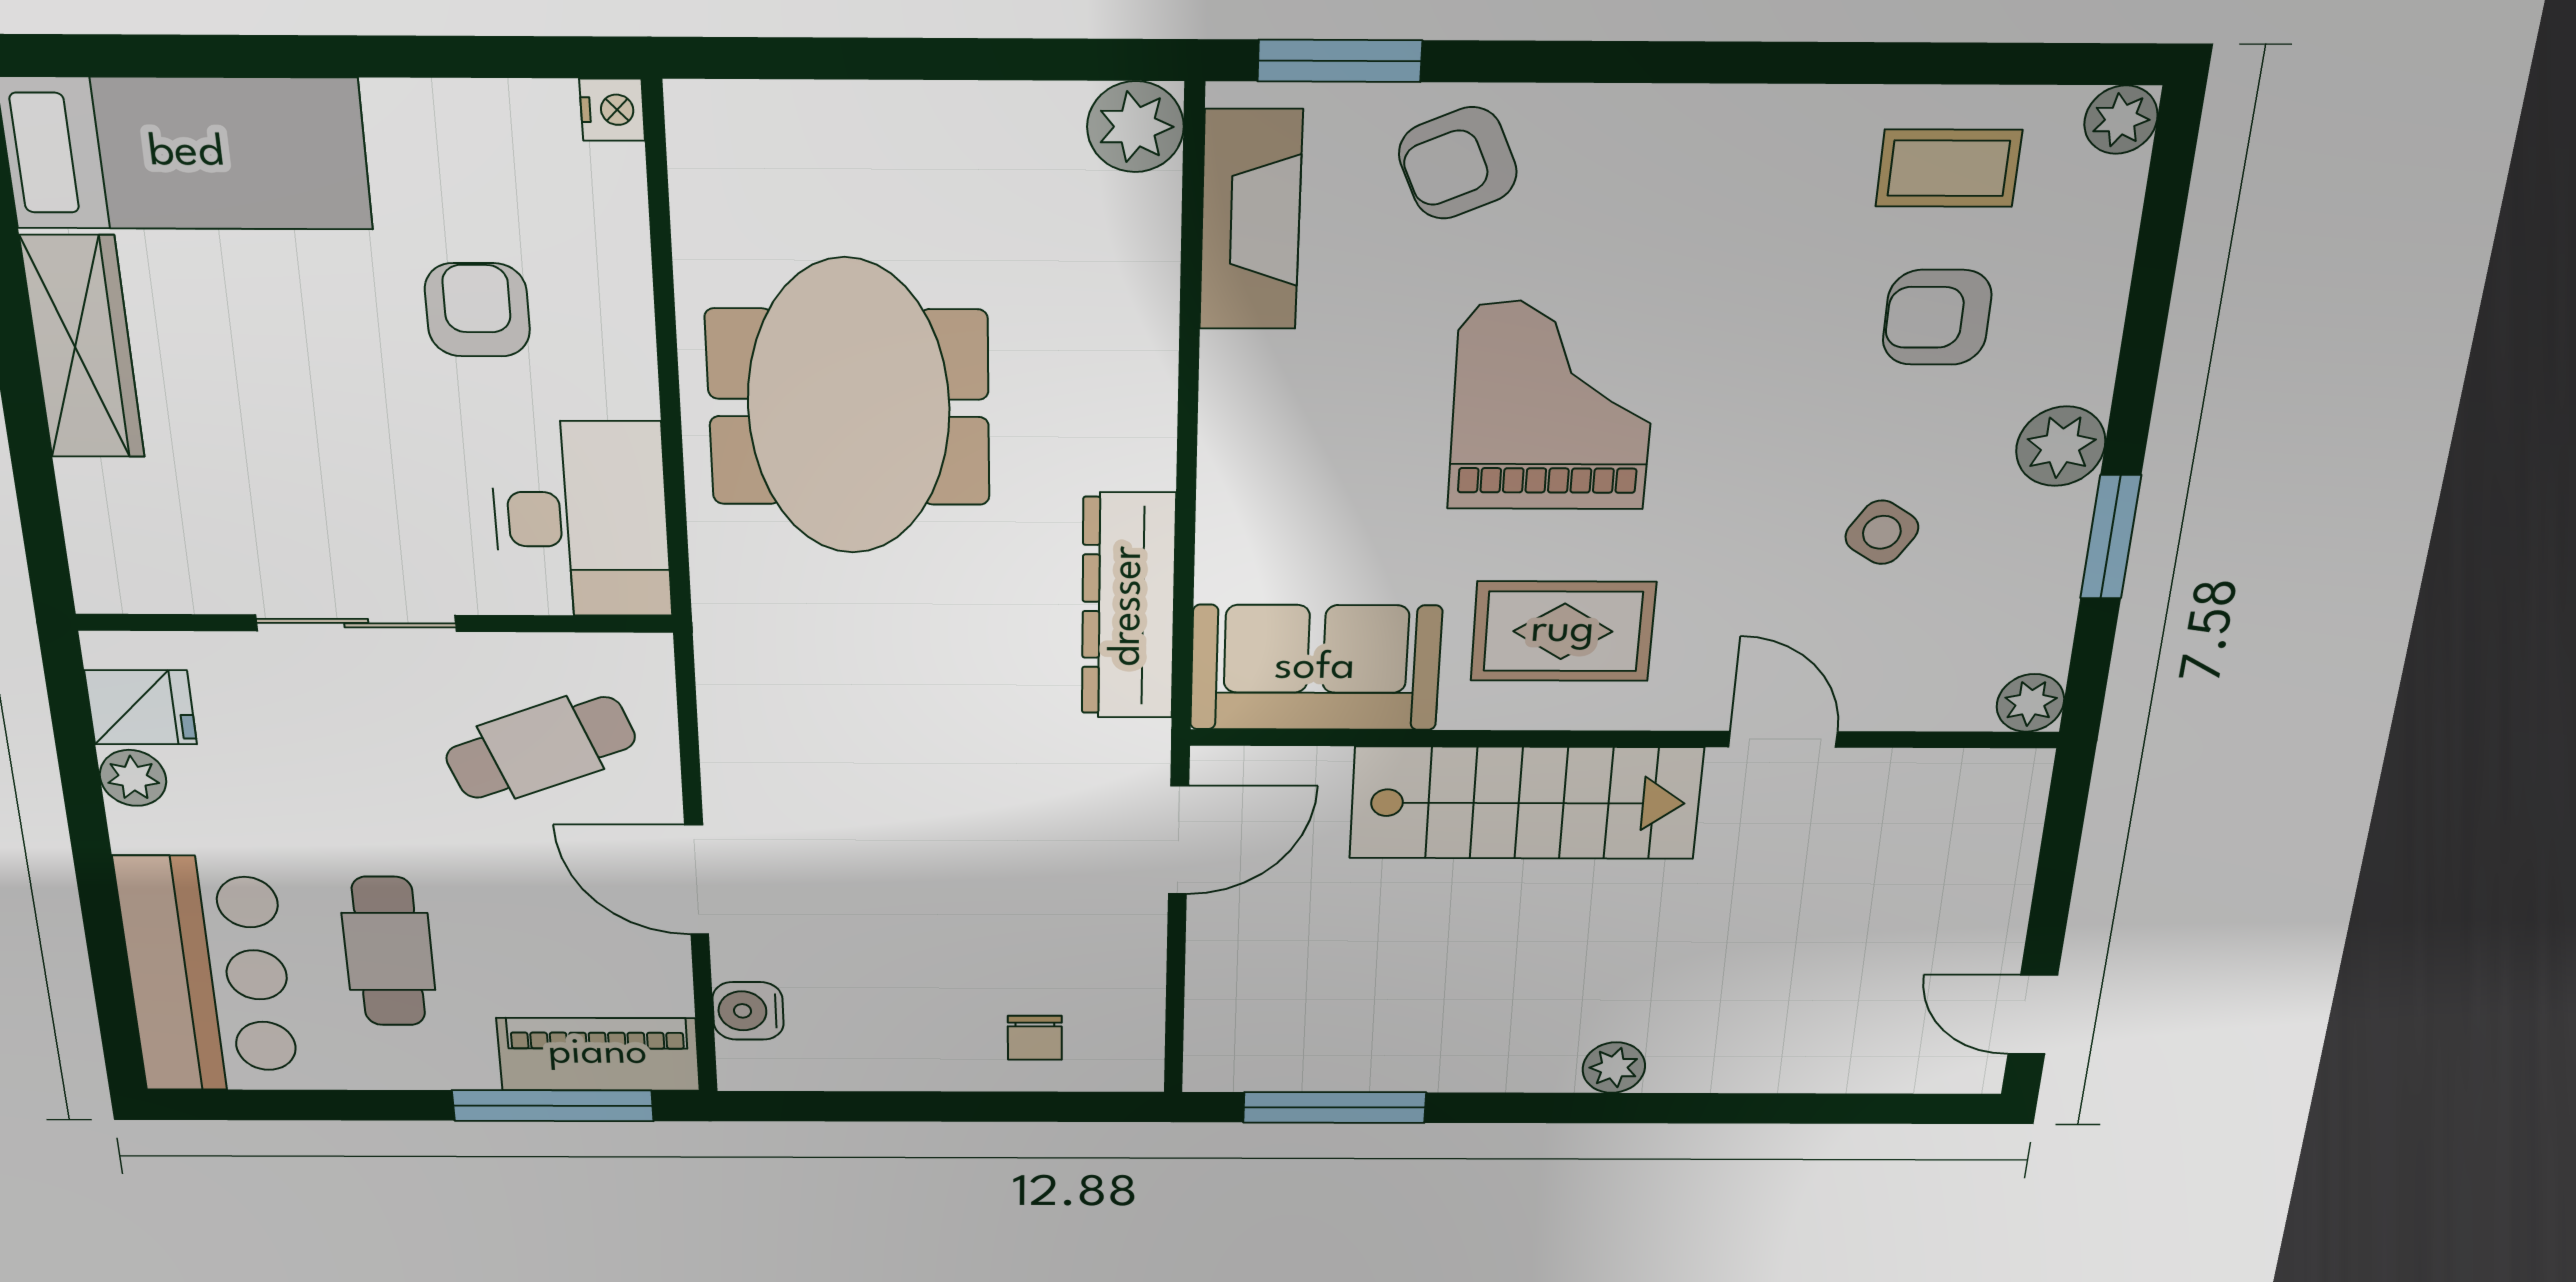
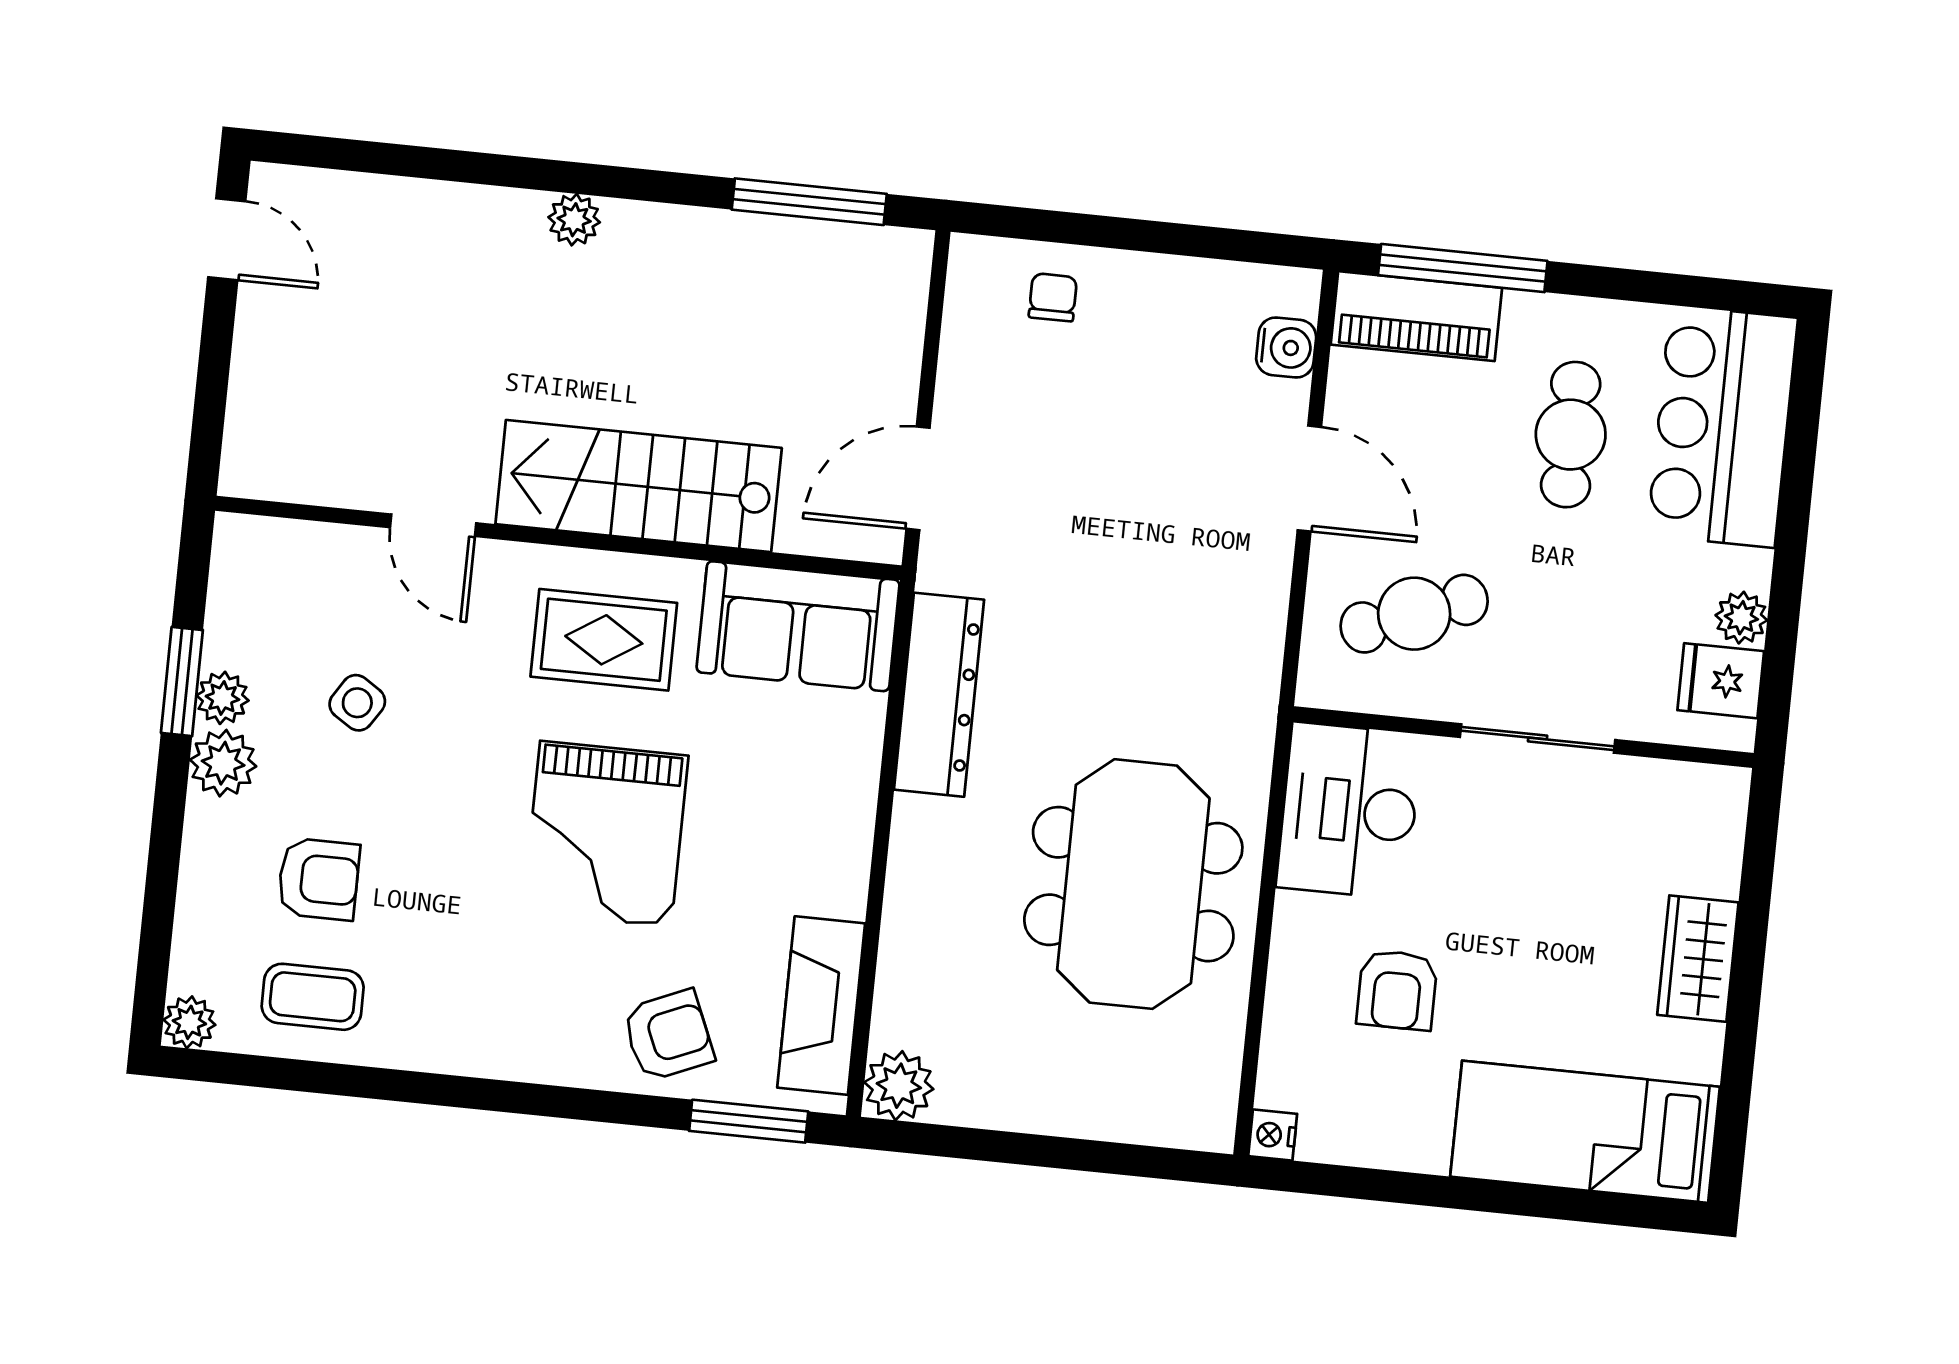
wardrobe: (83, 347) -> (1698, 959), width x0.67
plant: (2030, 703) -> (222, 698), moved

